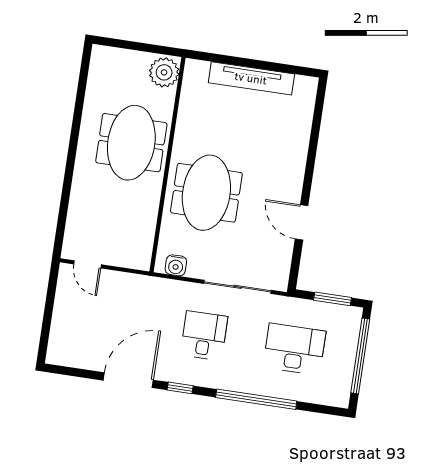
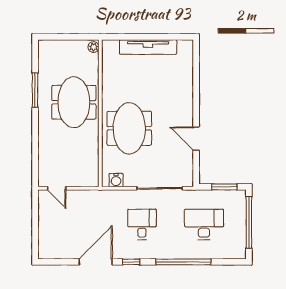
plant: (164, 72) -> (94, 47), width x0.53, depth x0.53
window: (77, 117) -> (35, 90), added

